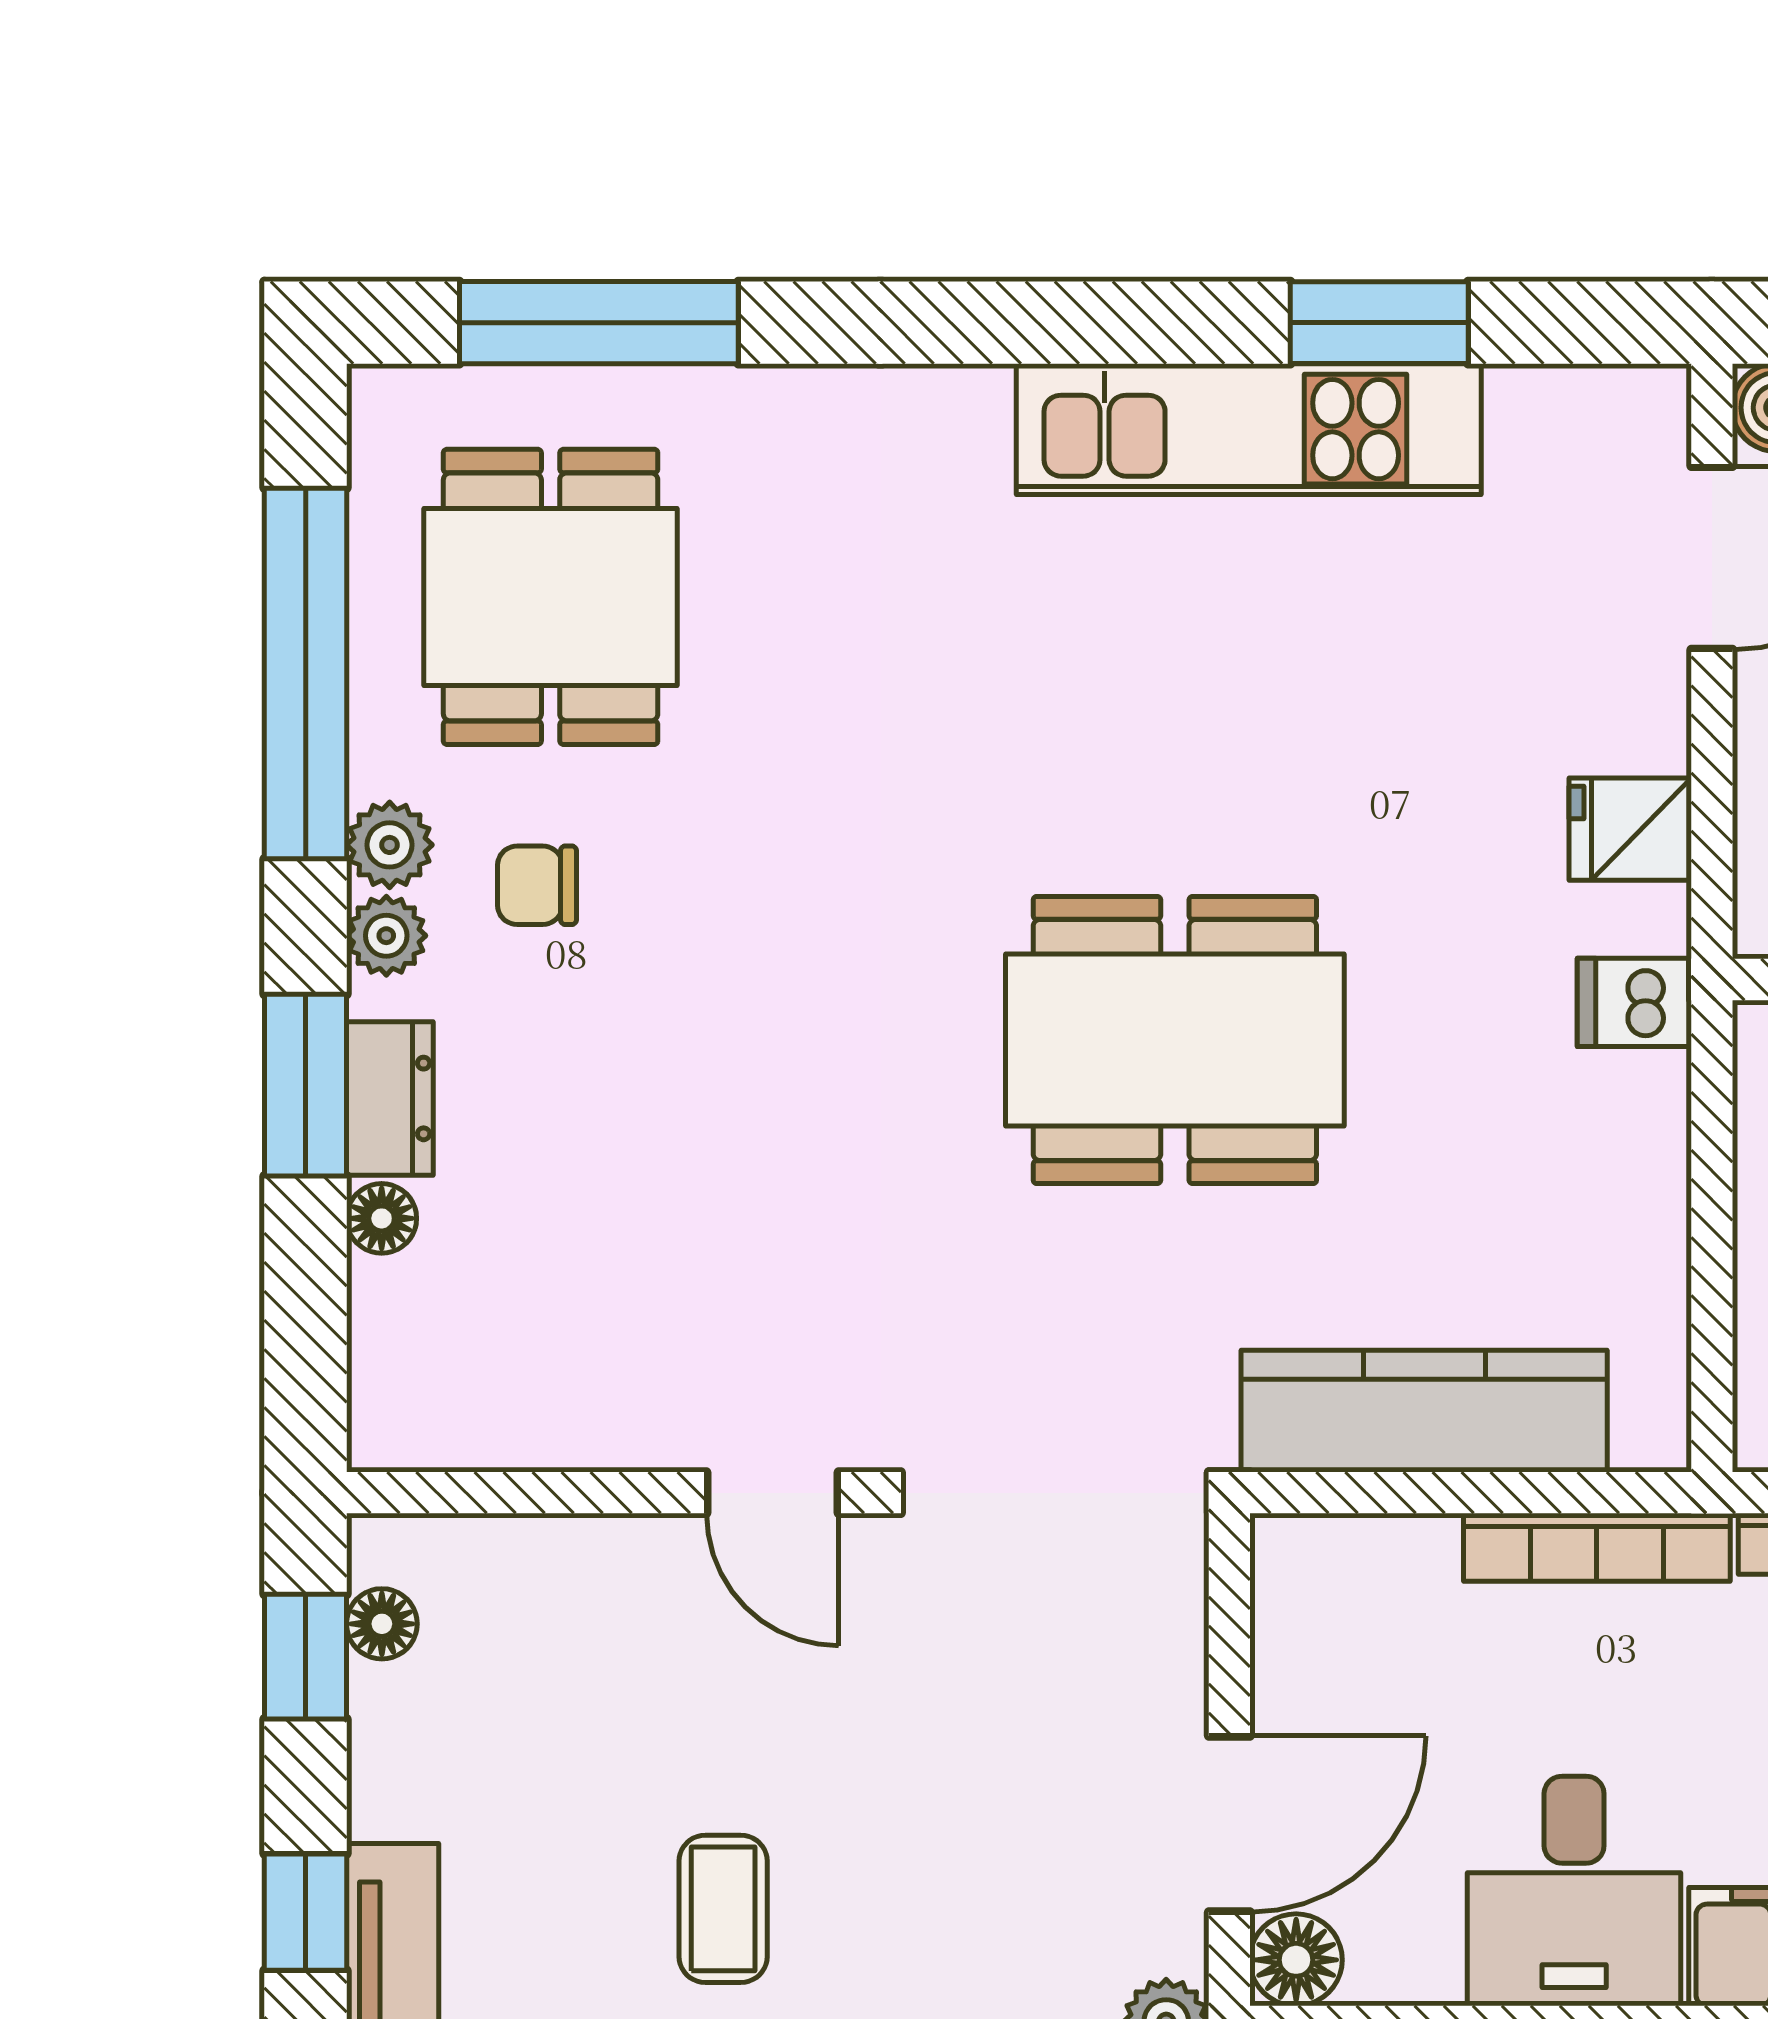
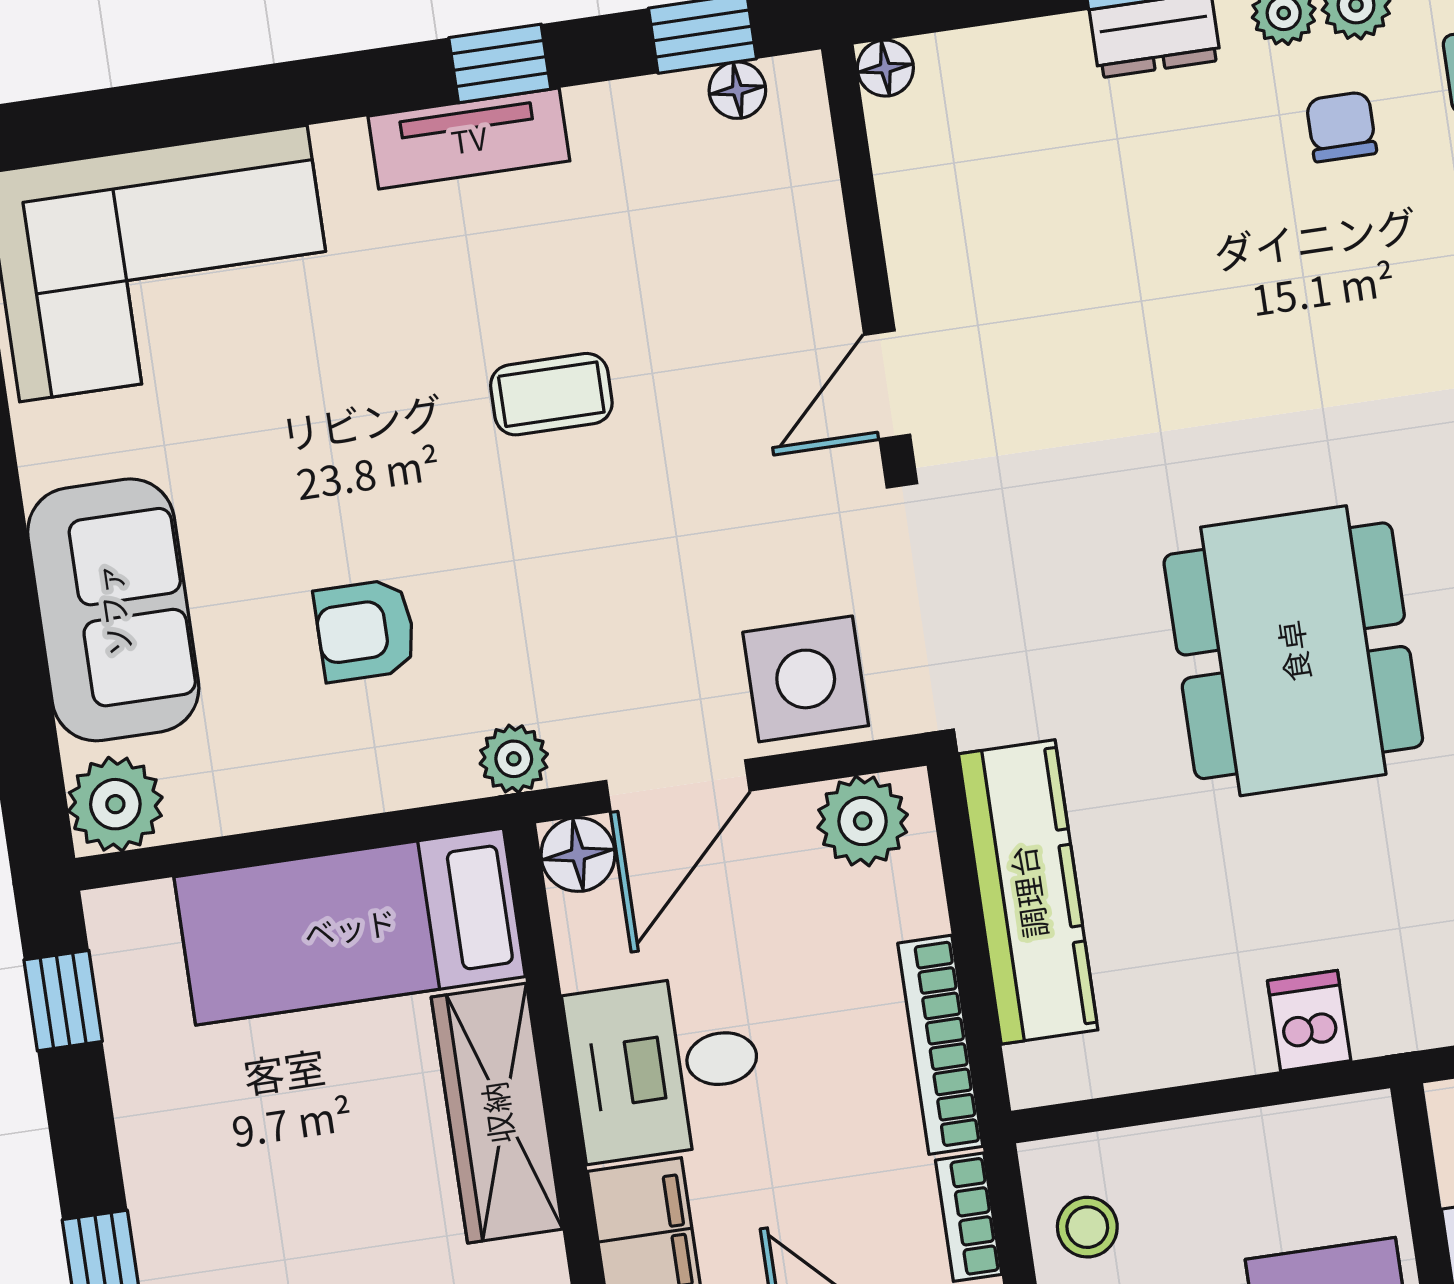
dishwasher: (1634, 1002) -> (1309, 1021), moved
floor lamp: (382, 1218) -> (885, 68), moved
plant: (1307, 1603) -> (863, 821), added
side table: (1121, 1647) -> (806, 679), added
door: (1229, 1824) -> (678, 786), hinge flipped

